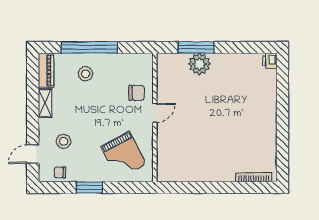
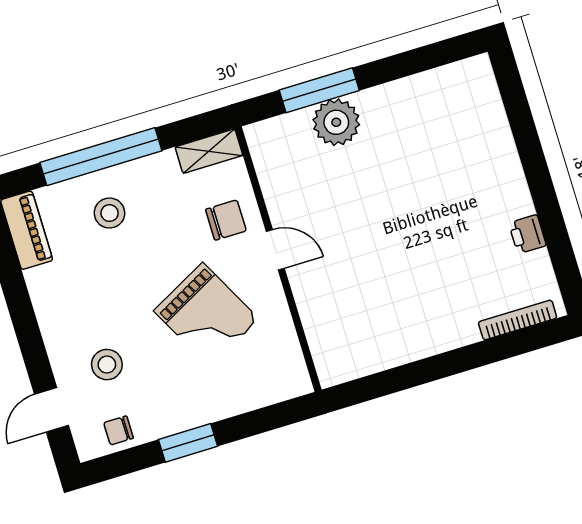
printer: (270, 61) -> (527, 234), moved
shelving: (45, 103) -> (209, 151), moved, turned 90
door: (155, 113) -> (275, 250), hinge flipped
grand piano: (124, 156) -> (206, 315), moved

